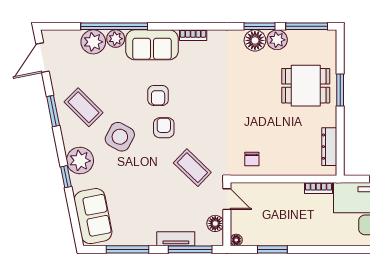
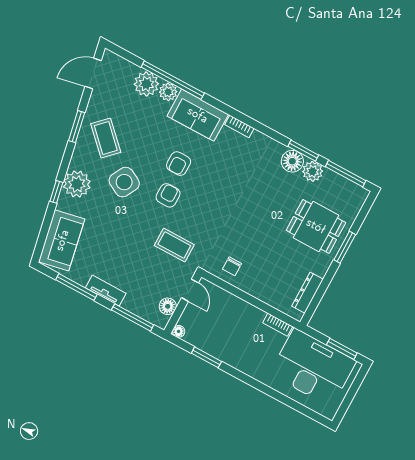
coffee table: (192, 168) -> (174, 245), turned -44
tv unit: (176, 239) -> (106, 291), moved

